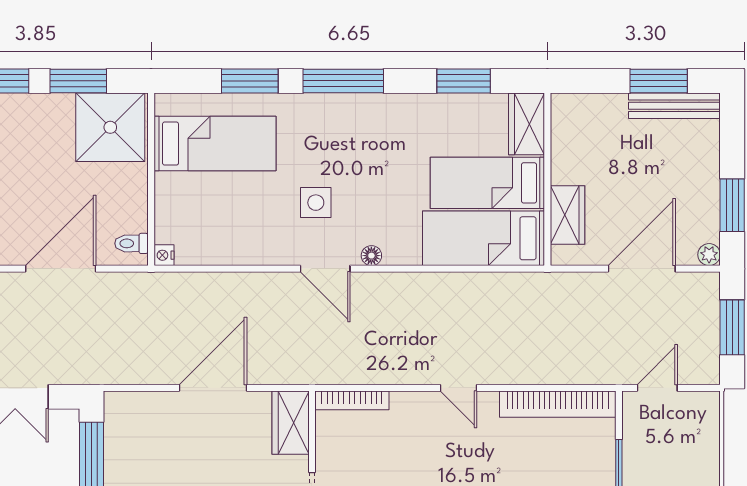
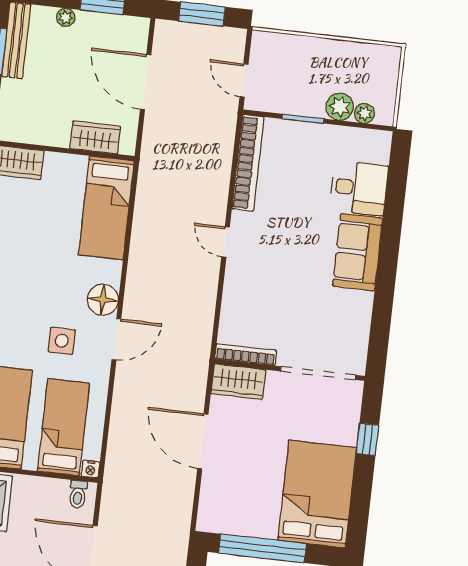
bed: (487, 183) -> (63, 427), moved, turned 180
plant: (709, 255) -> (66, 17), moved
floor lamp: (371, 256) -> (103, 300), width x1.89, depth x1.89
door: (458, 388) -> (226, 242), swing flipped
bookcase: (352, 400) -> (246, 355), moved, turned -90

